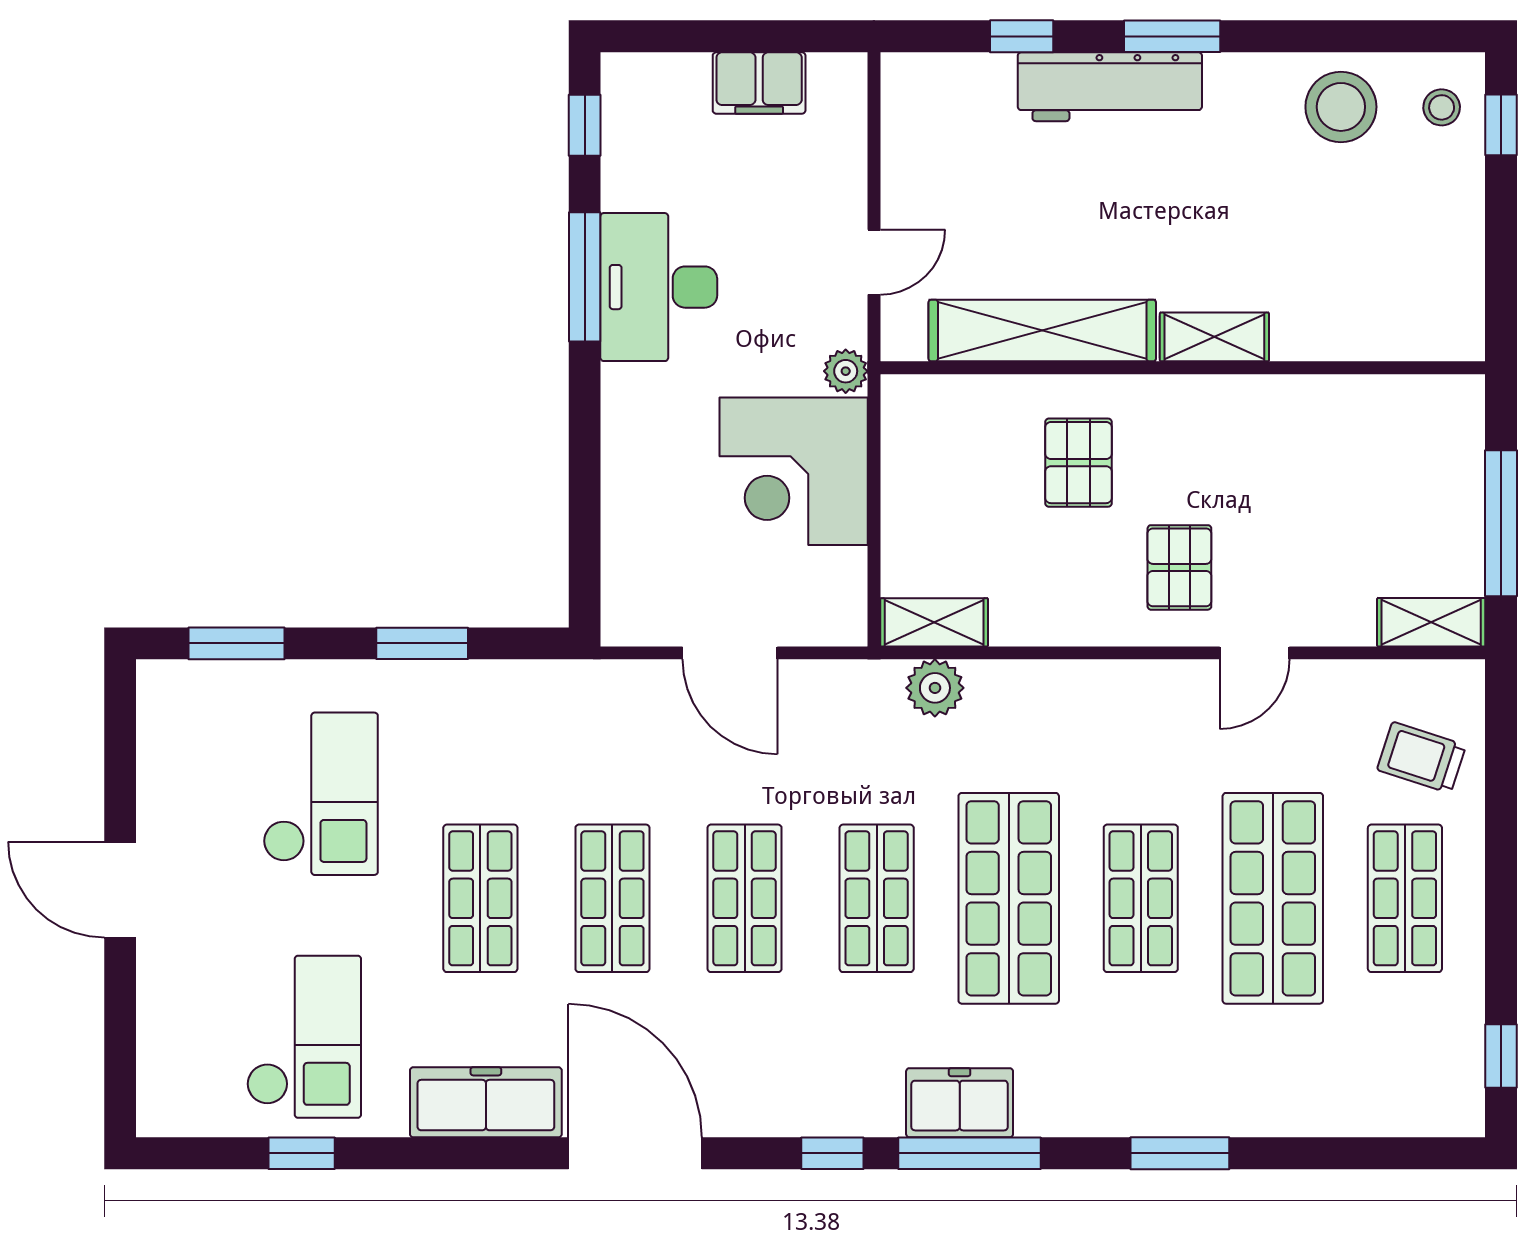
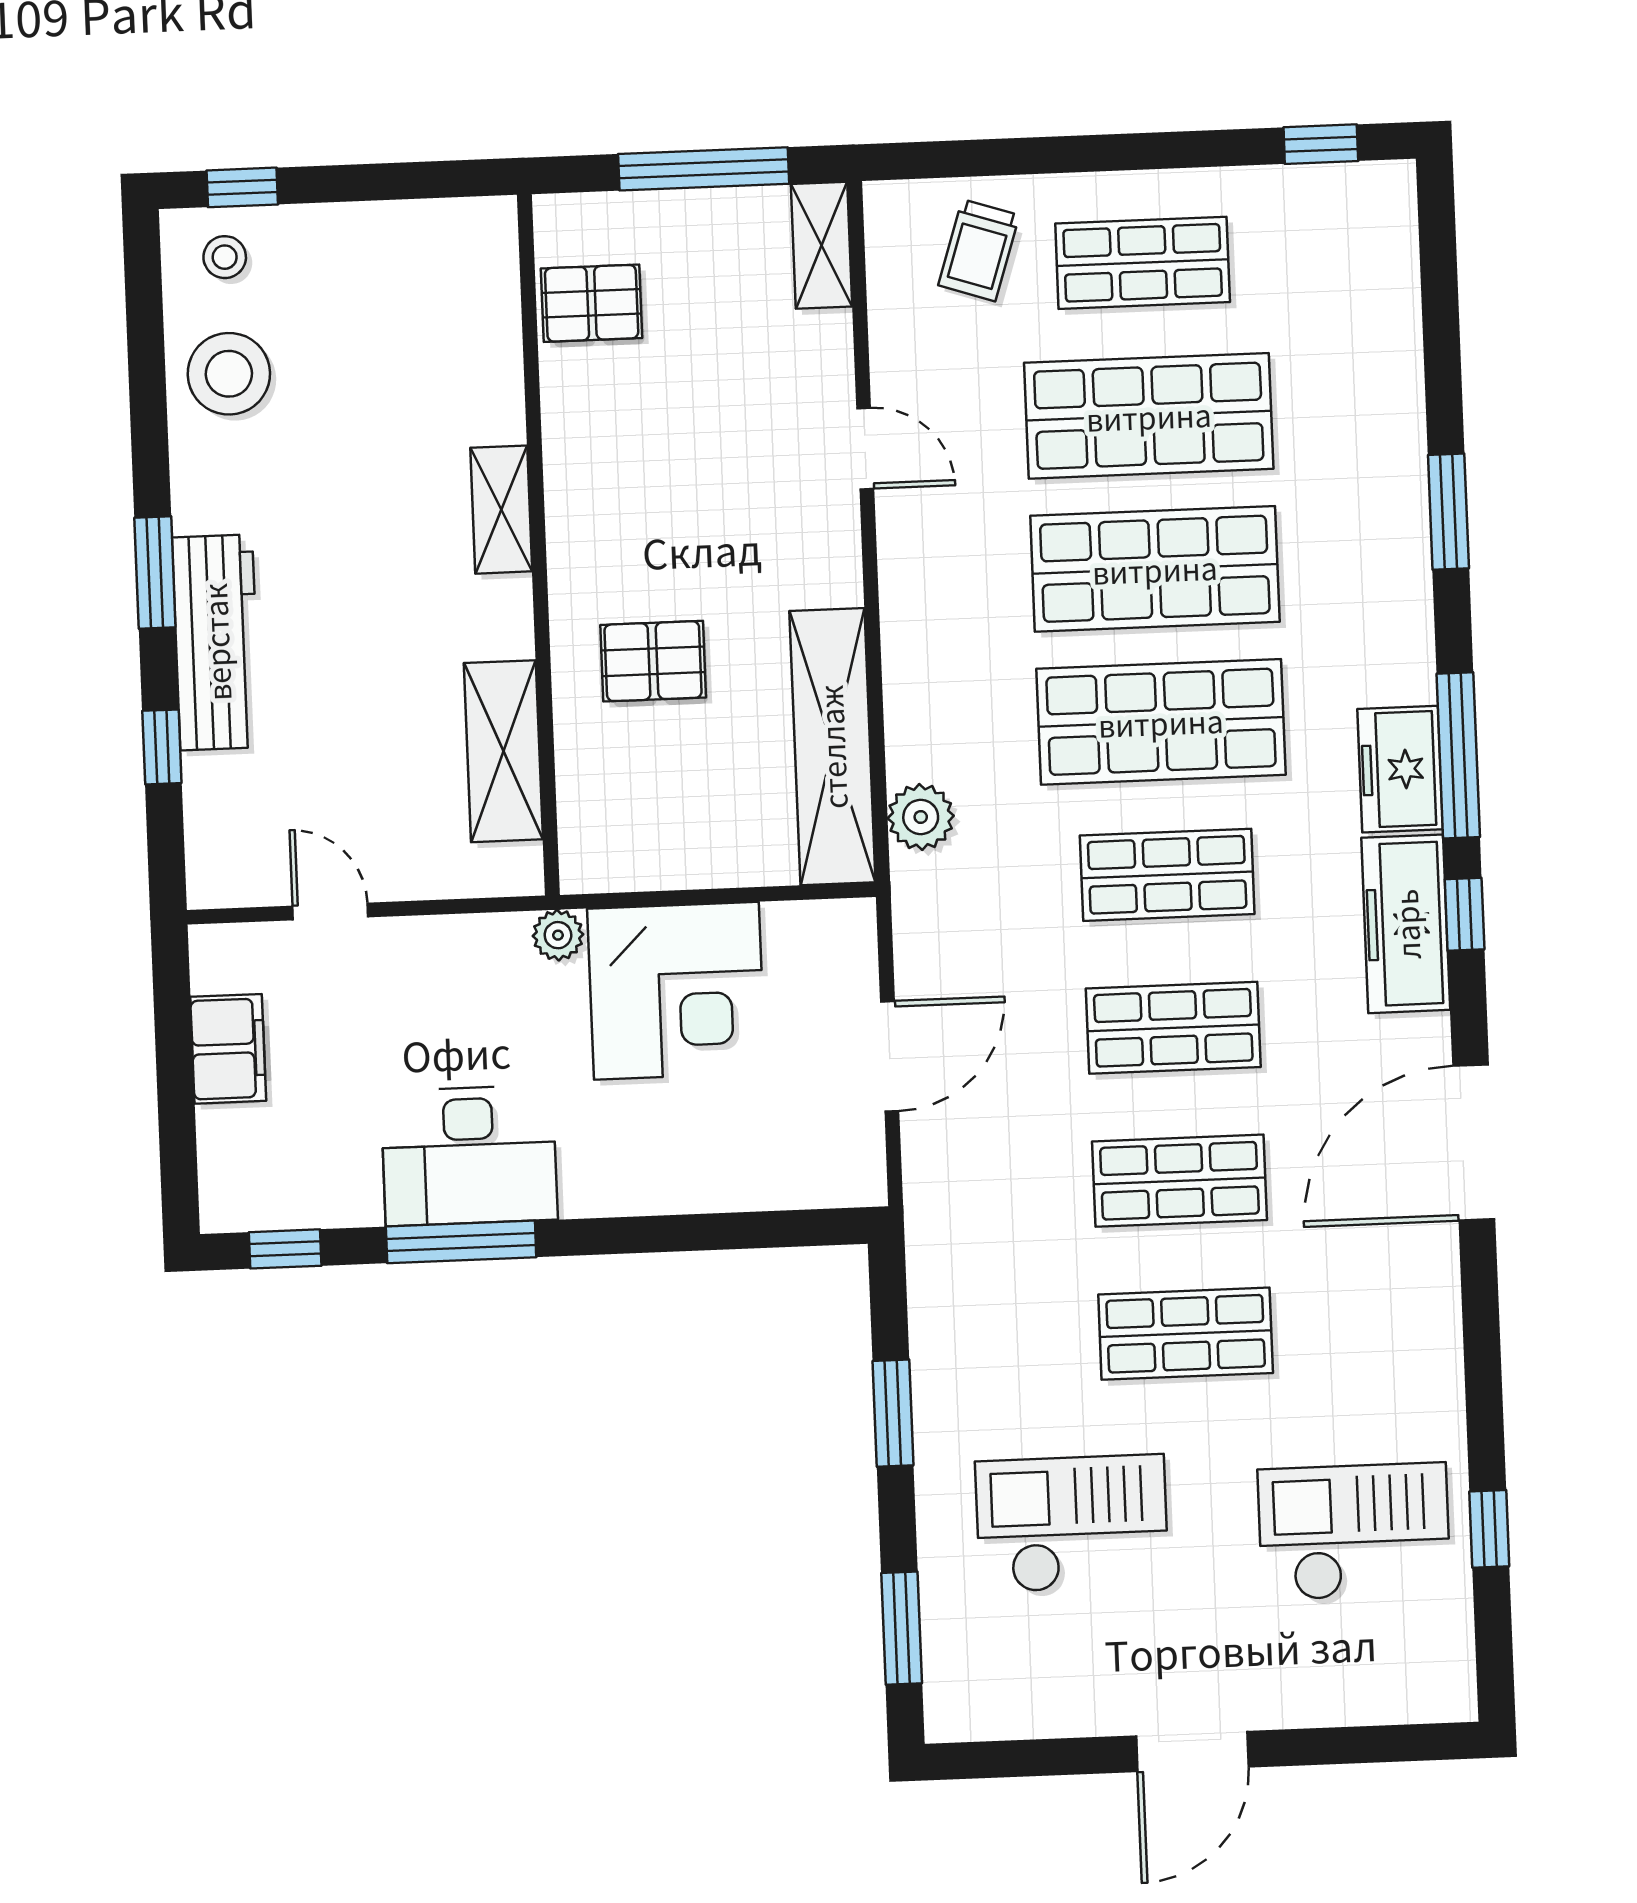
door: (874, 262) -> (330, 911), moved
shelving: (1042, 331) -> (503, 751), width x0.68
pallet: (1179, 567) -> (592, 303), moved
shelving: (934, 622) -> (832, 747), width x2.20, depth x1.33
shop shelf: (1141, 898) -> (1155, 569), width x1.43, depth x1.36
freezer: (486, 1102) -> (1406, 924), moved

